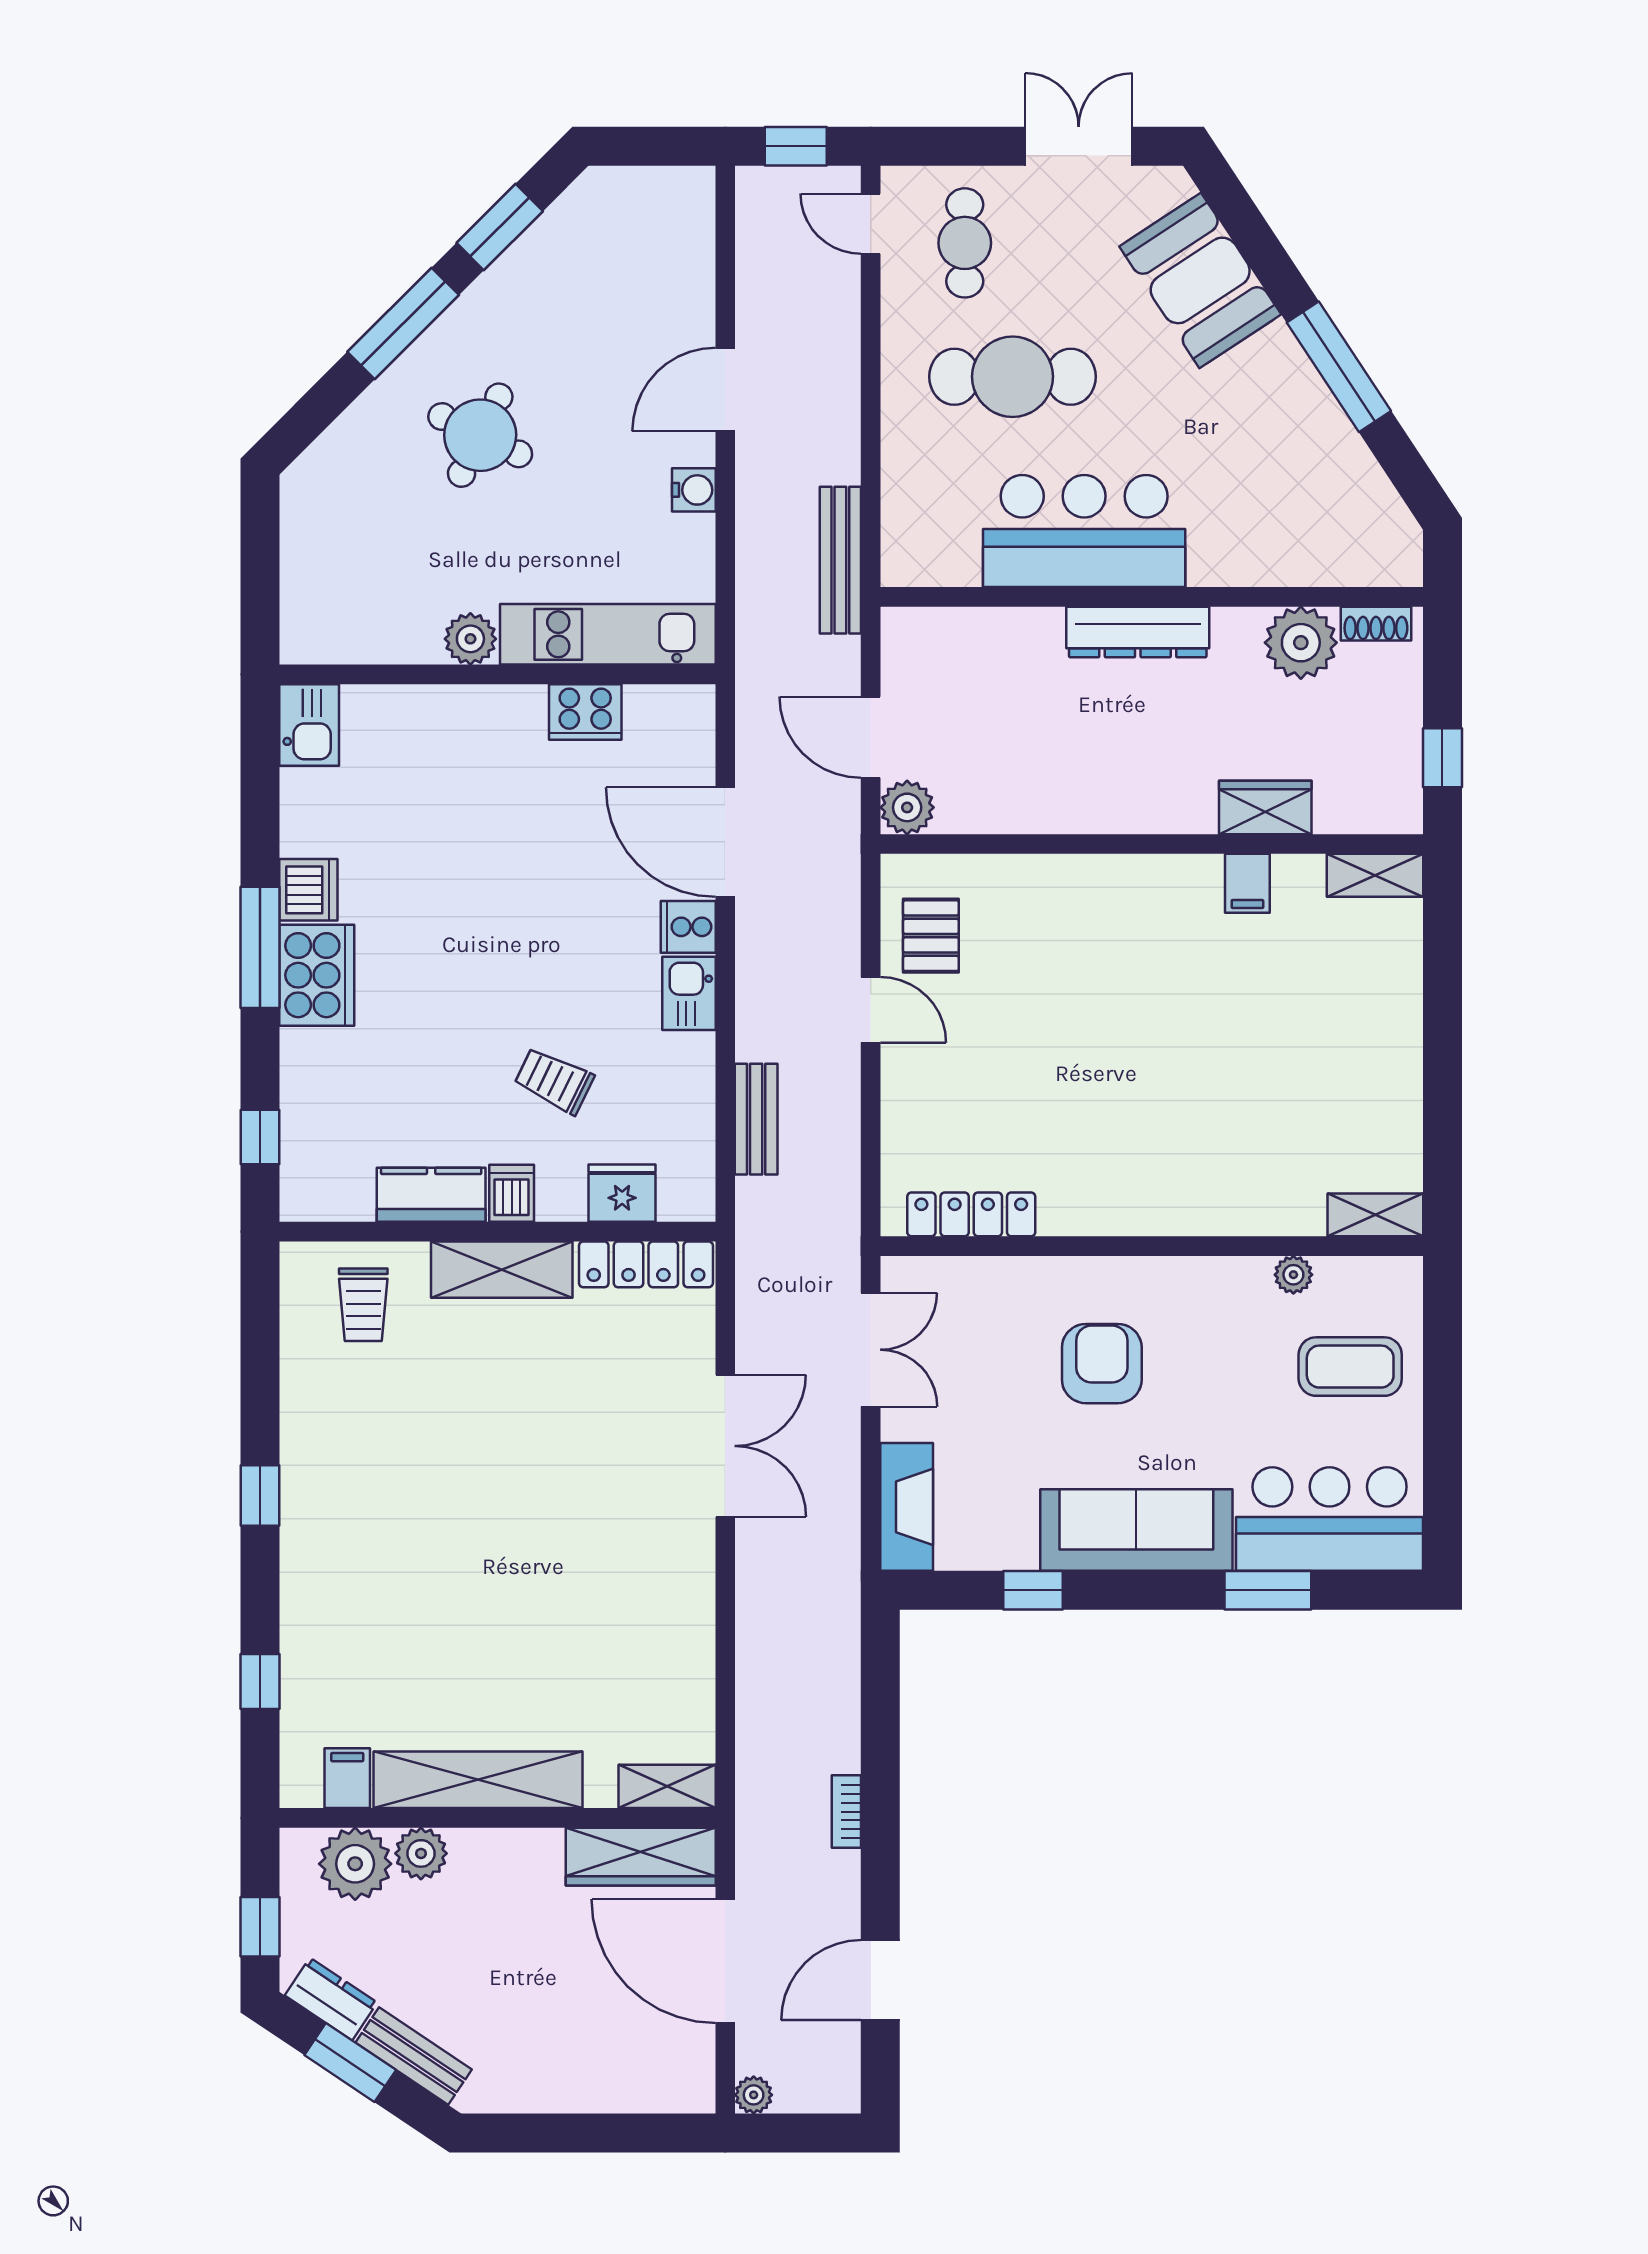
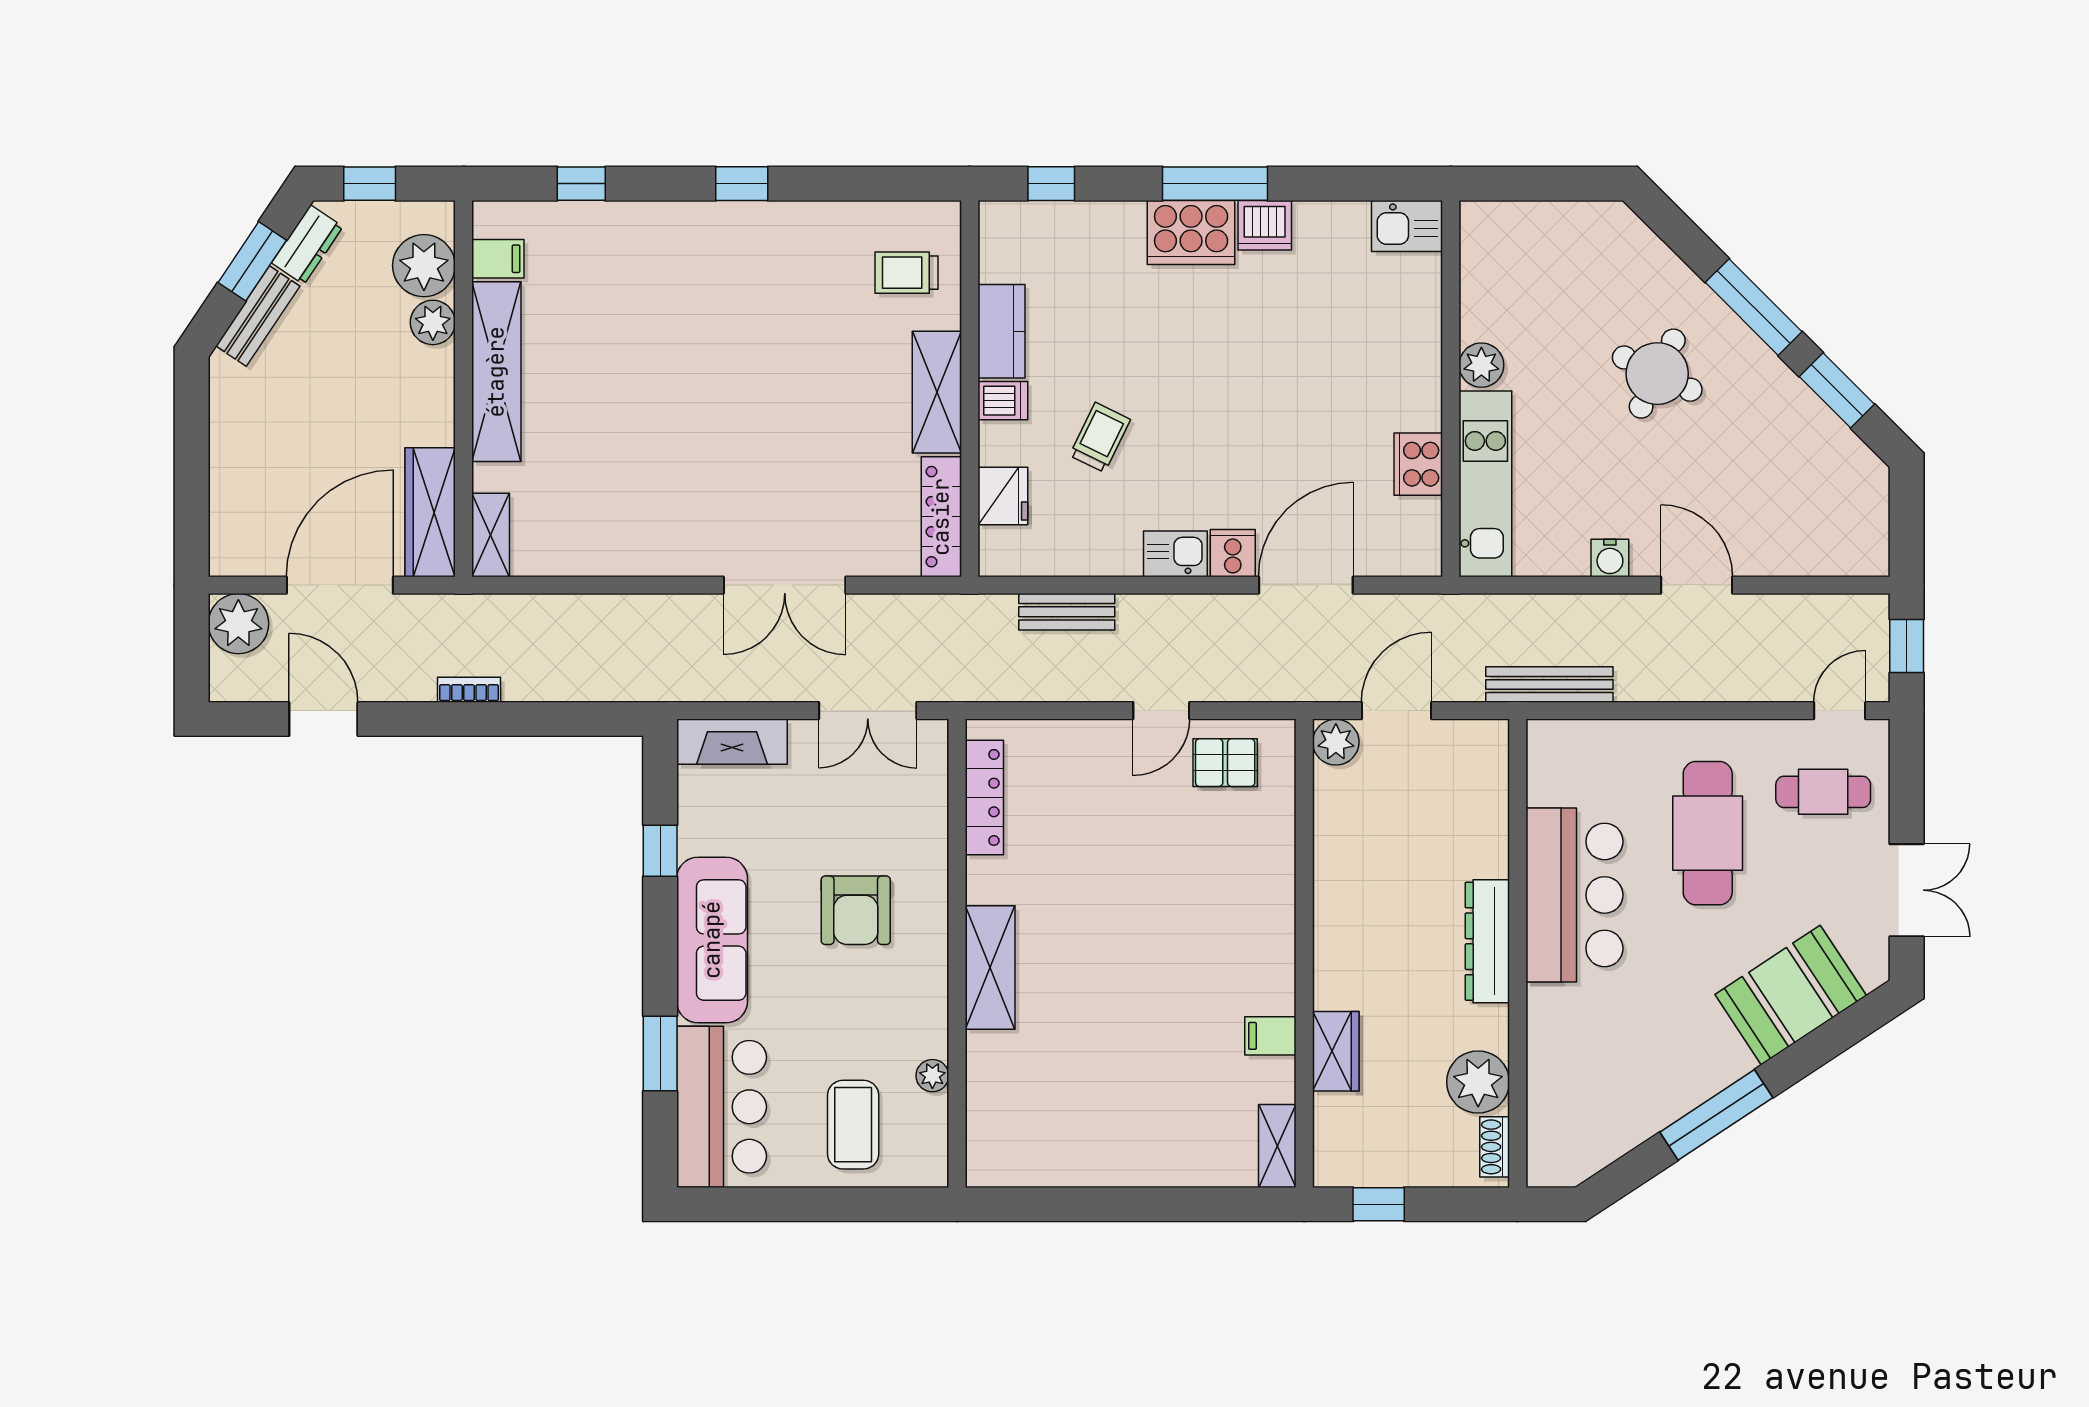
shelving: (1375, 1215) -> (990, 967), moved, width x1.50, depth x1.33
armchair: (1102, 1364) -> (856, 910), turned 90
plant: (754, 2095) -> (238, 624), width x1.87, depth x1.87

